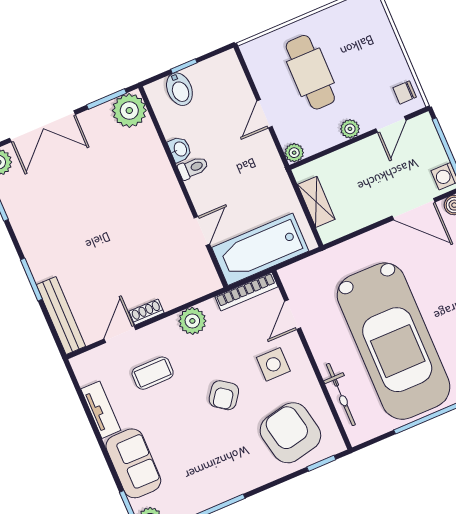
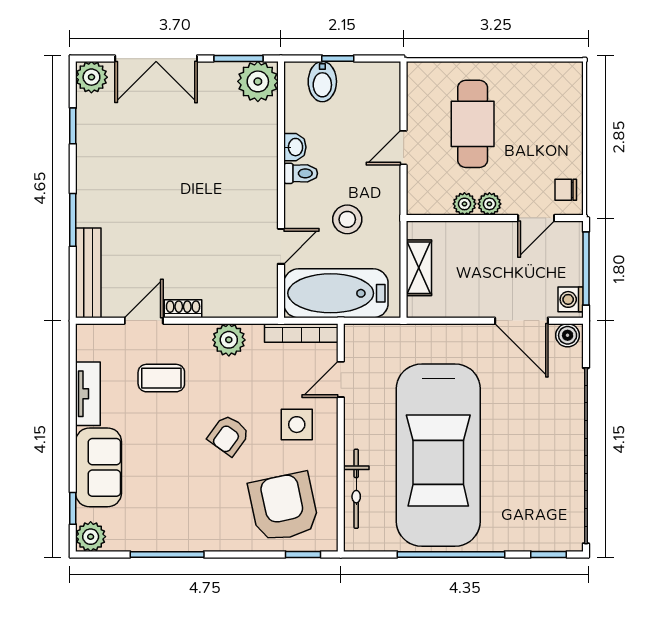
plant: (294, 153) -> (464, 204), moved
stool: (245, 188) -> (347, 219), added

